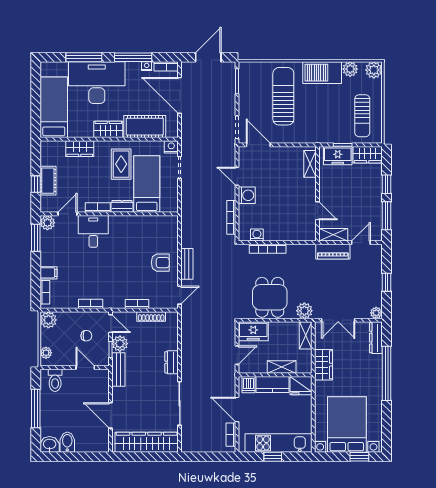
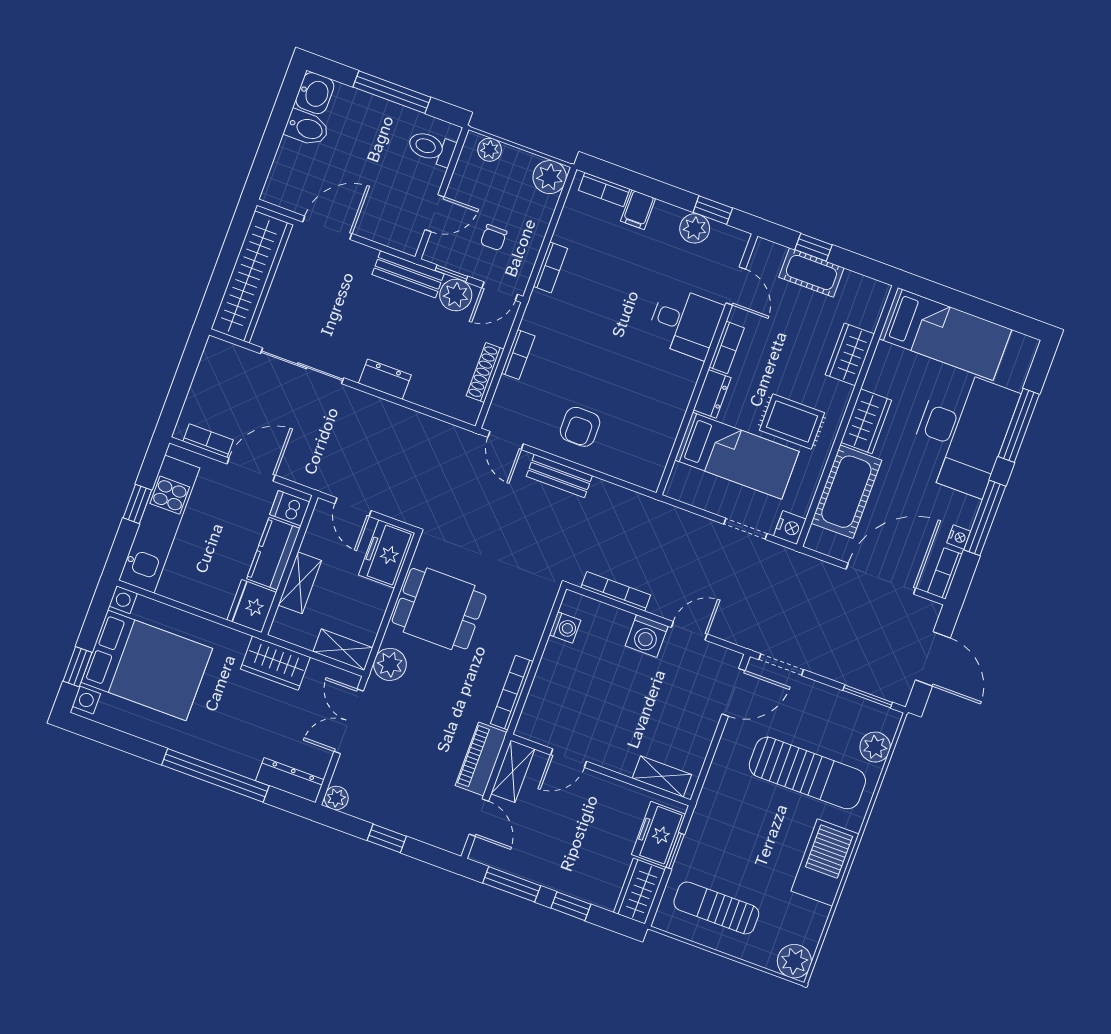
plant: (350, 69) -> (875, 747), moved
plant: (47, 223) -> (695, 228), moved
window: (36, 238) -> (713, 210), width x0.67
bookcase: (268, 249) -> (512, 693), moved

